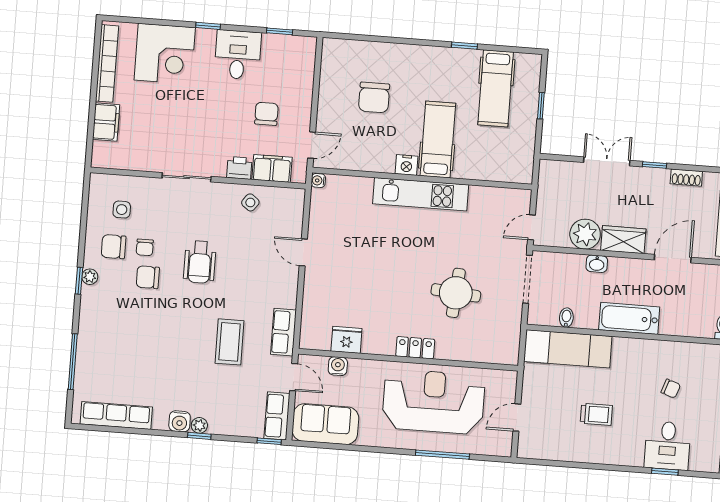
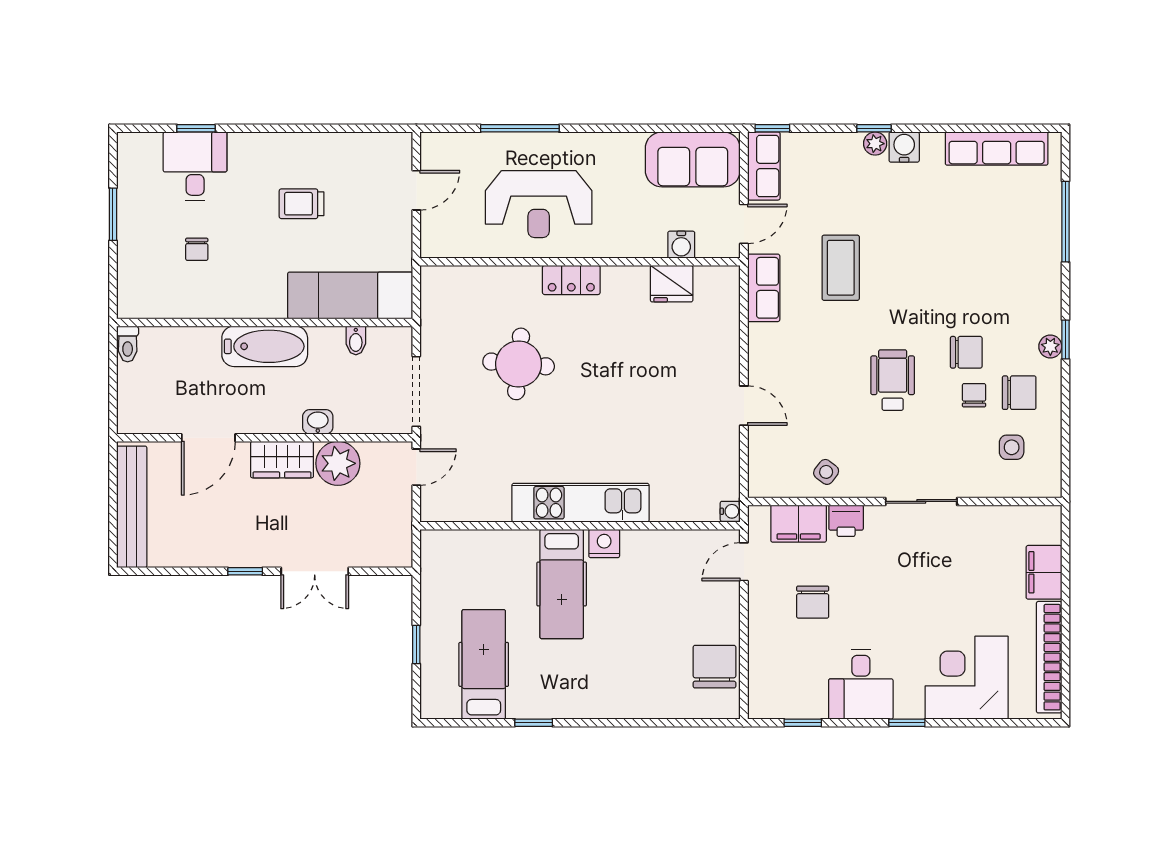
chair: (374, 97) -> (714, 667), moved
shoe rack: (686, 178) -> (198, 557), removed
door: (294, 377) -> (744, 224), swing flipped
chair: (671, 389) -> (197, 249), turned -109
reception desk: (434, 402) -> (539, 204), width x0.74, depth x0.77

